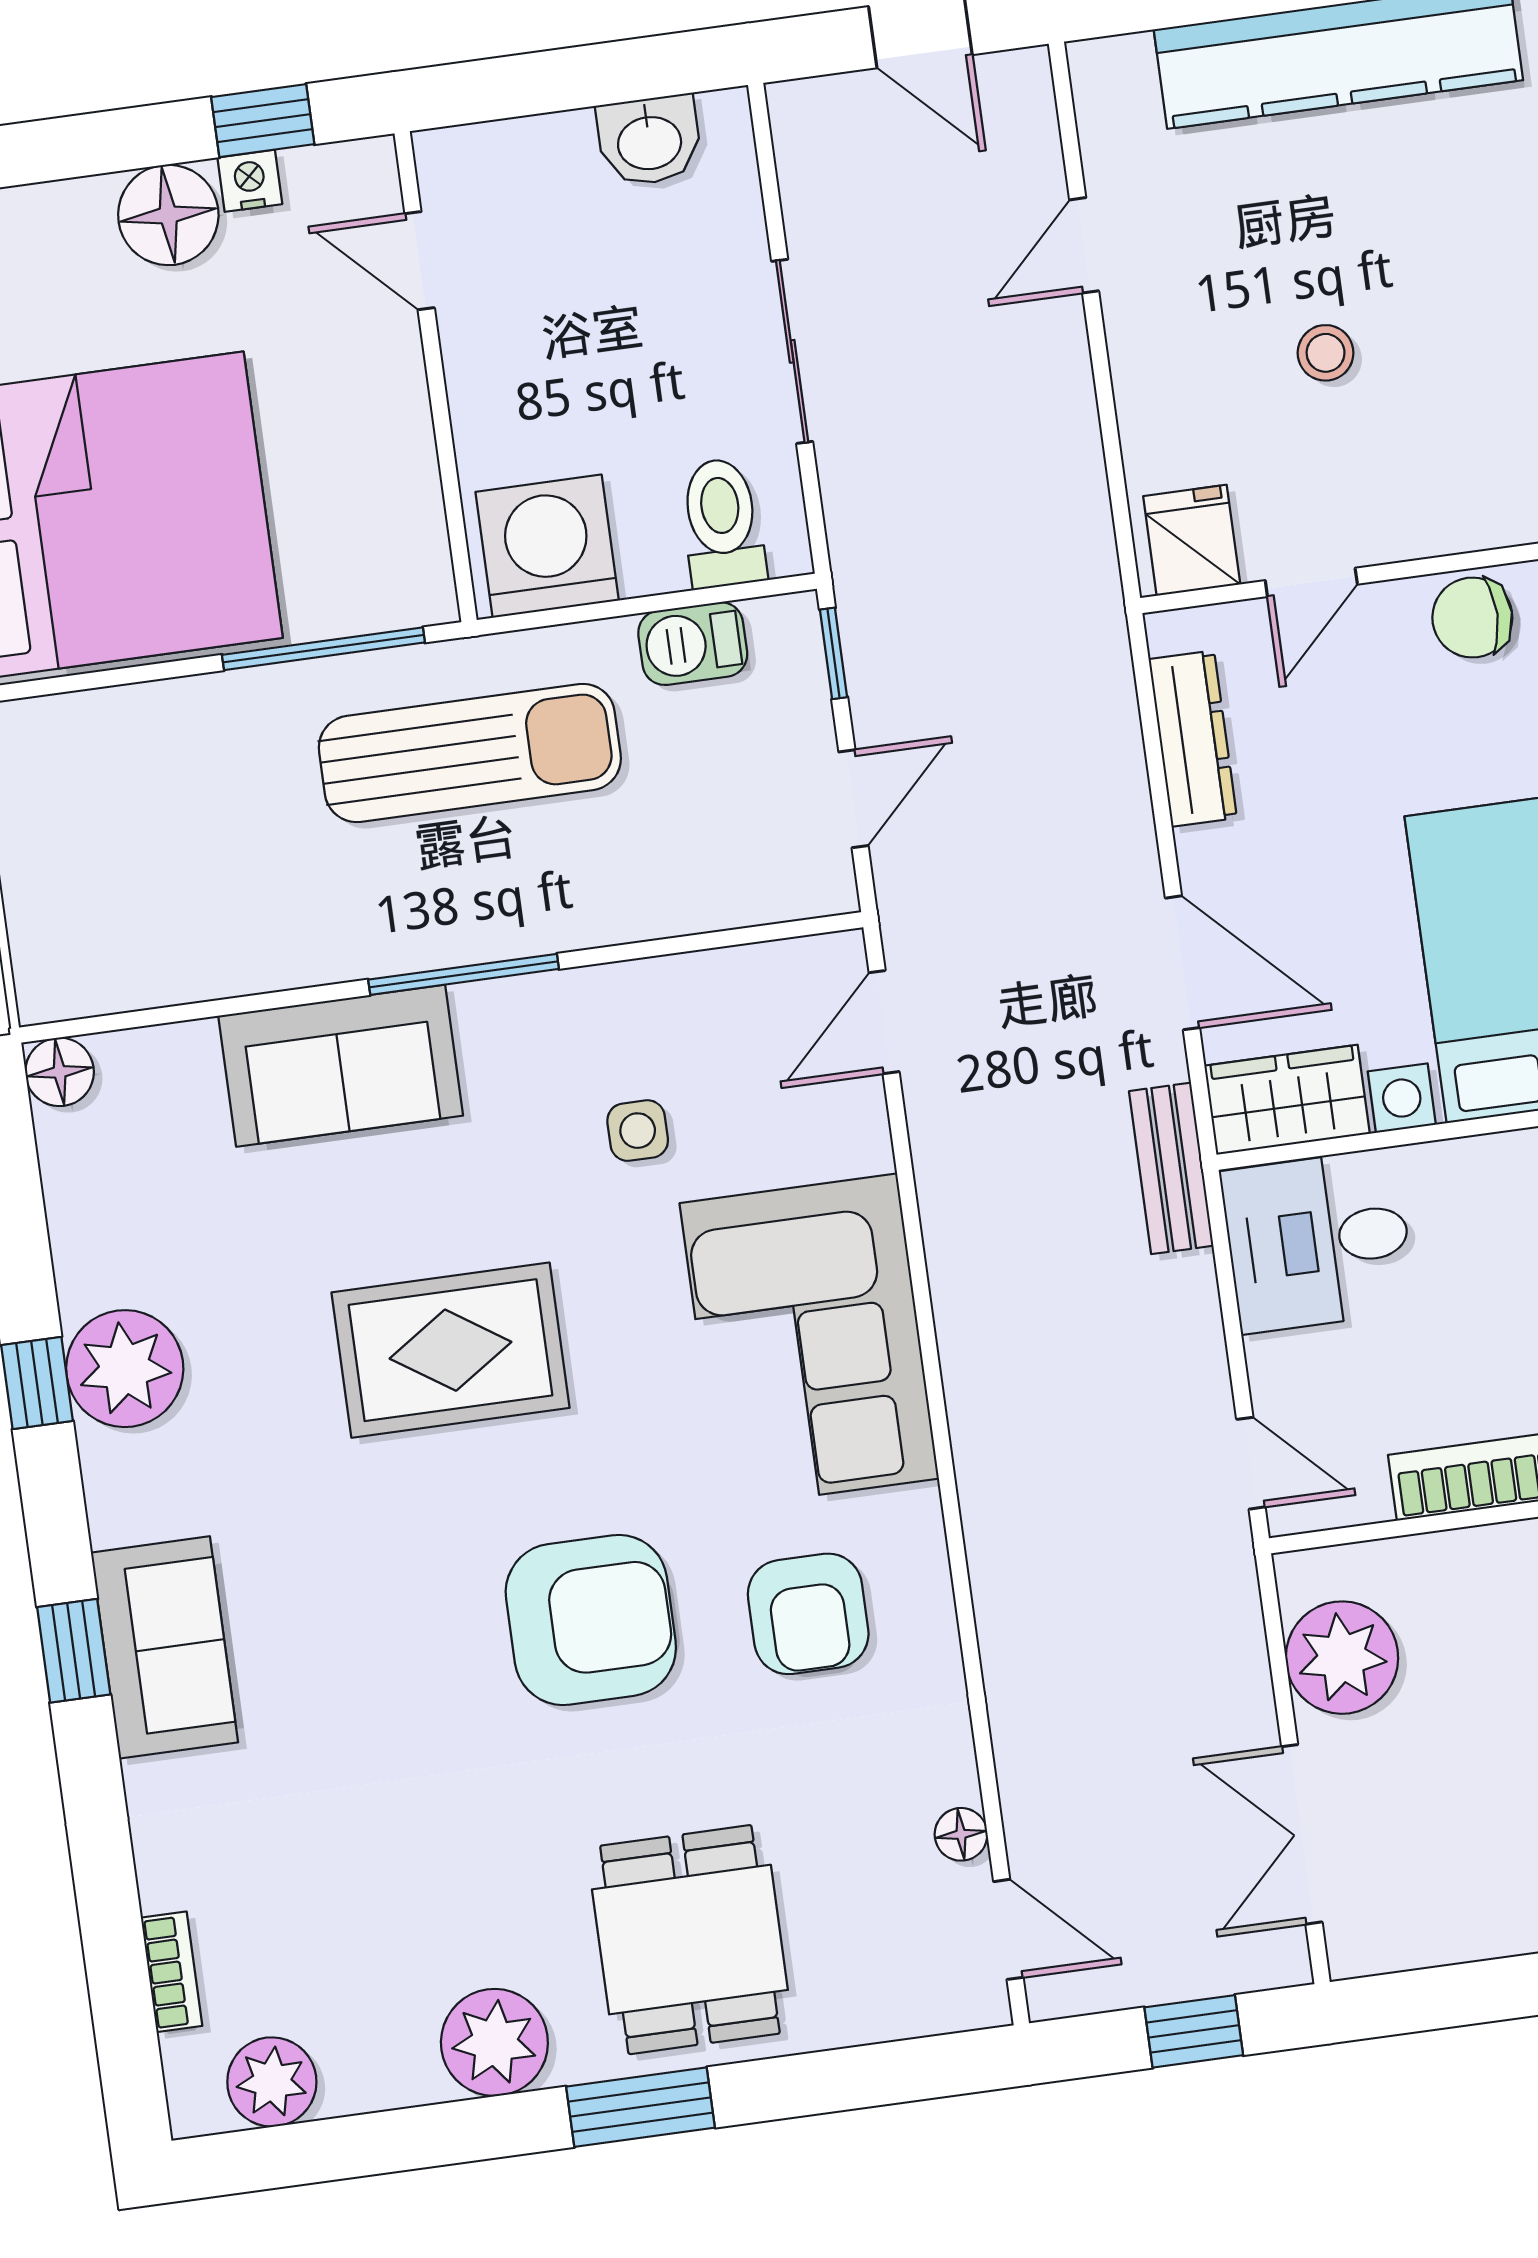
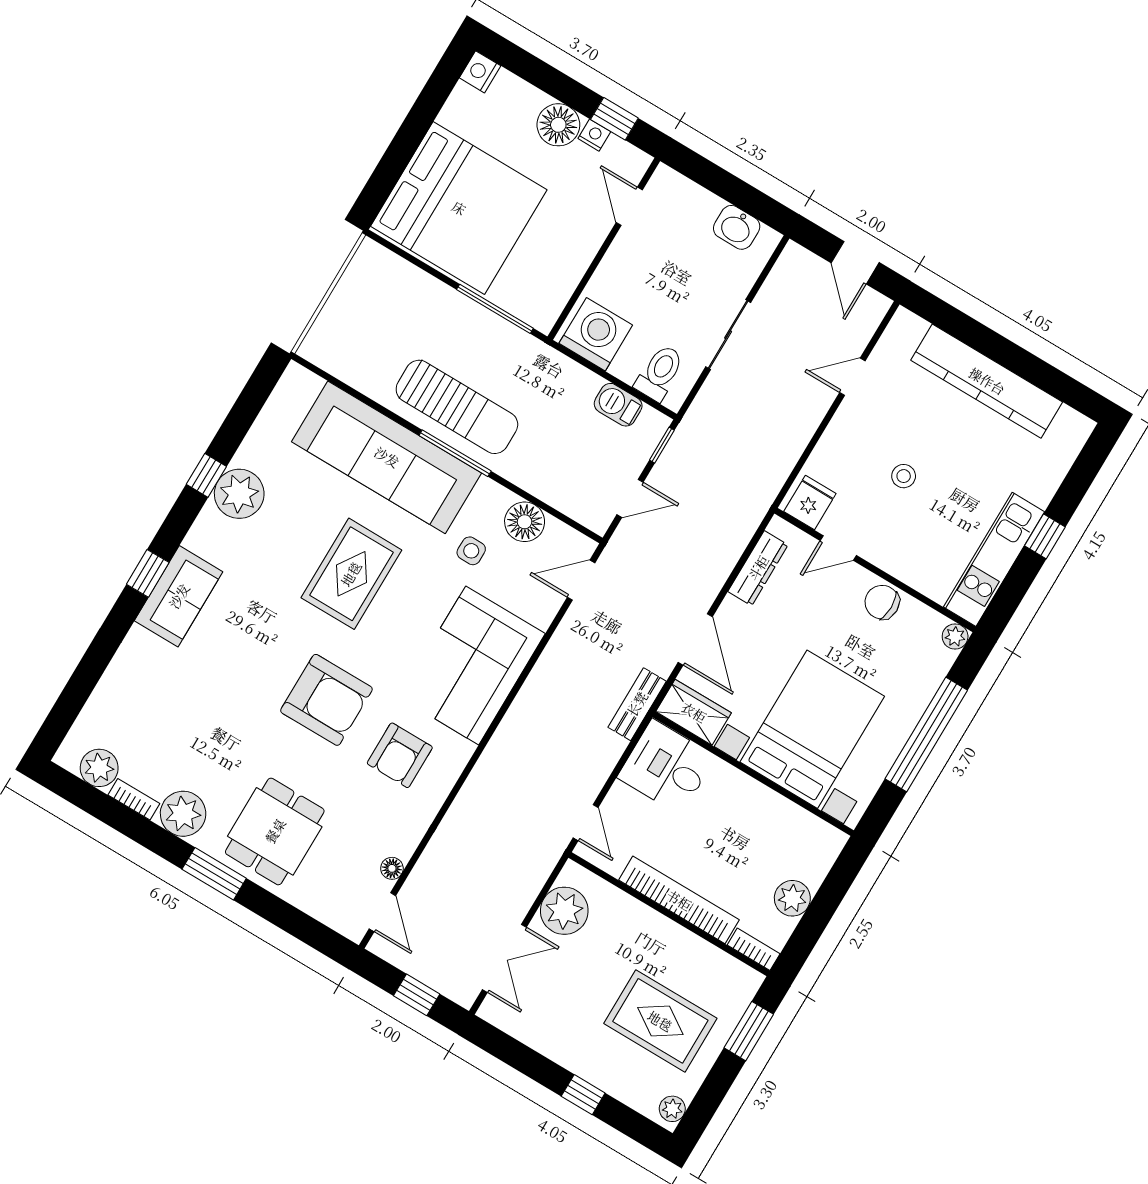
sun lounger: (470, 753) -> (457, 407), moved
sofa: (341, 1066) -> (387, 457), width x1.85, depth x1.27
floor lamp: (60, 1072) -> (525, 522), moved, width x1.38, depth x1.38
rug: (451, 1350) -> (351, 574), turned 90
double door: (1302, 1834) -> (504, 958), swing flipped
bookcase: (172, 1972) -> (134, 799), moved, turned -90

